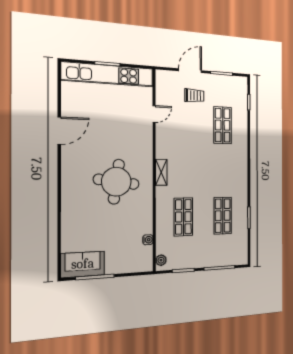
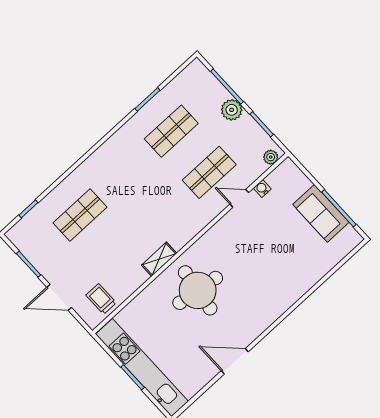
trolley: (194, 96) -> (101, 299), moved
door: (154, 114) -> (239, 198), moved
shelving: (161, 172) -> (159, 259), moved
round table: (116, 182) -> (198, 290), moved
plant: (205, 260) -> (232, 110), added
sofa: (83, 264) -> (321, 213), moved

